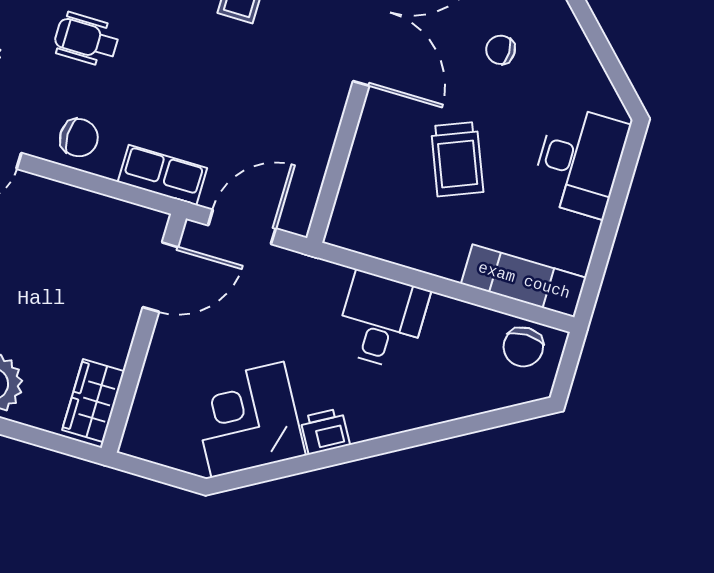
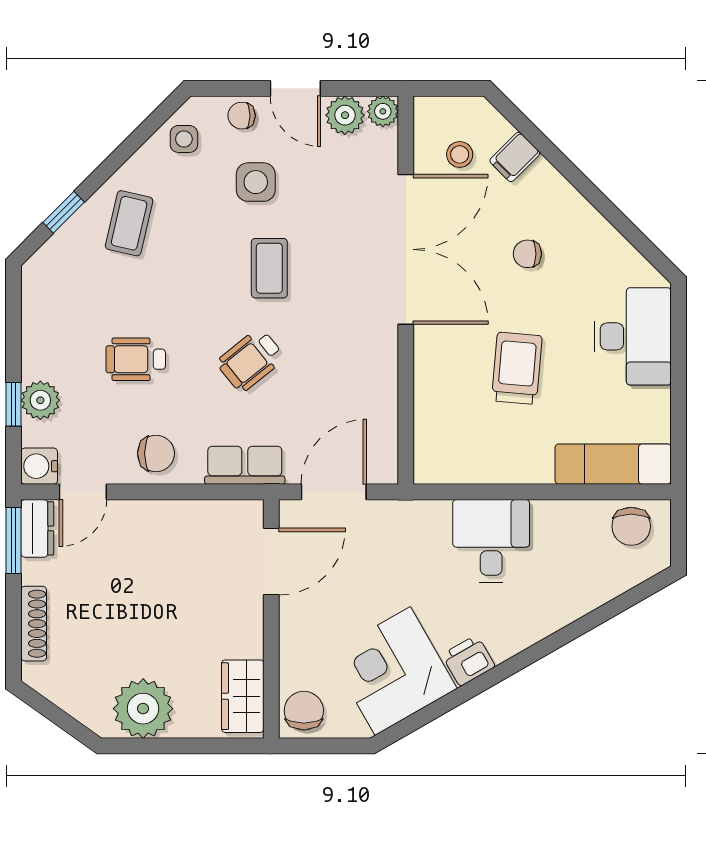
wheelchair: (199, 74) -> (251, 360), added
trolley: (457, 159) -> (517, 368), turned -153
chair: (149, 433) -> (304, 711), added

